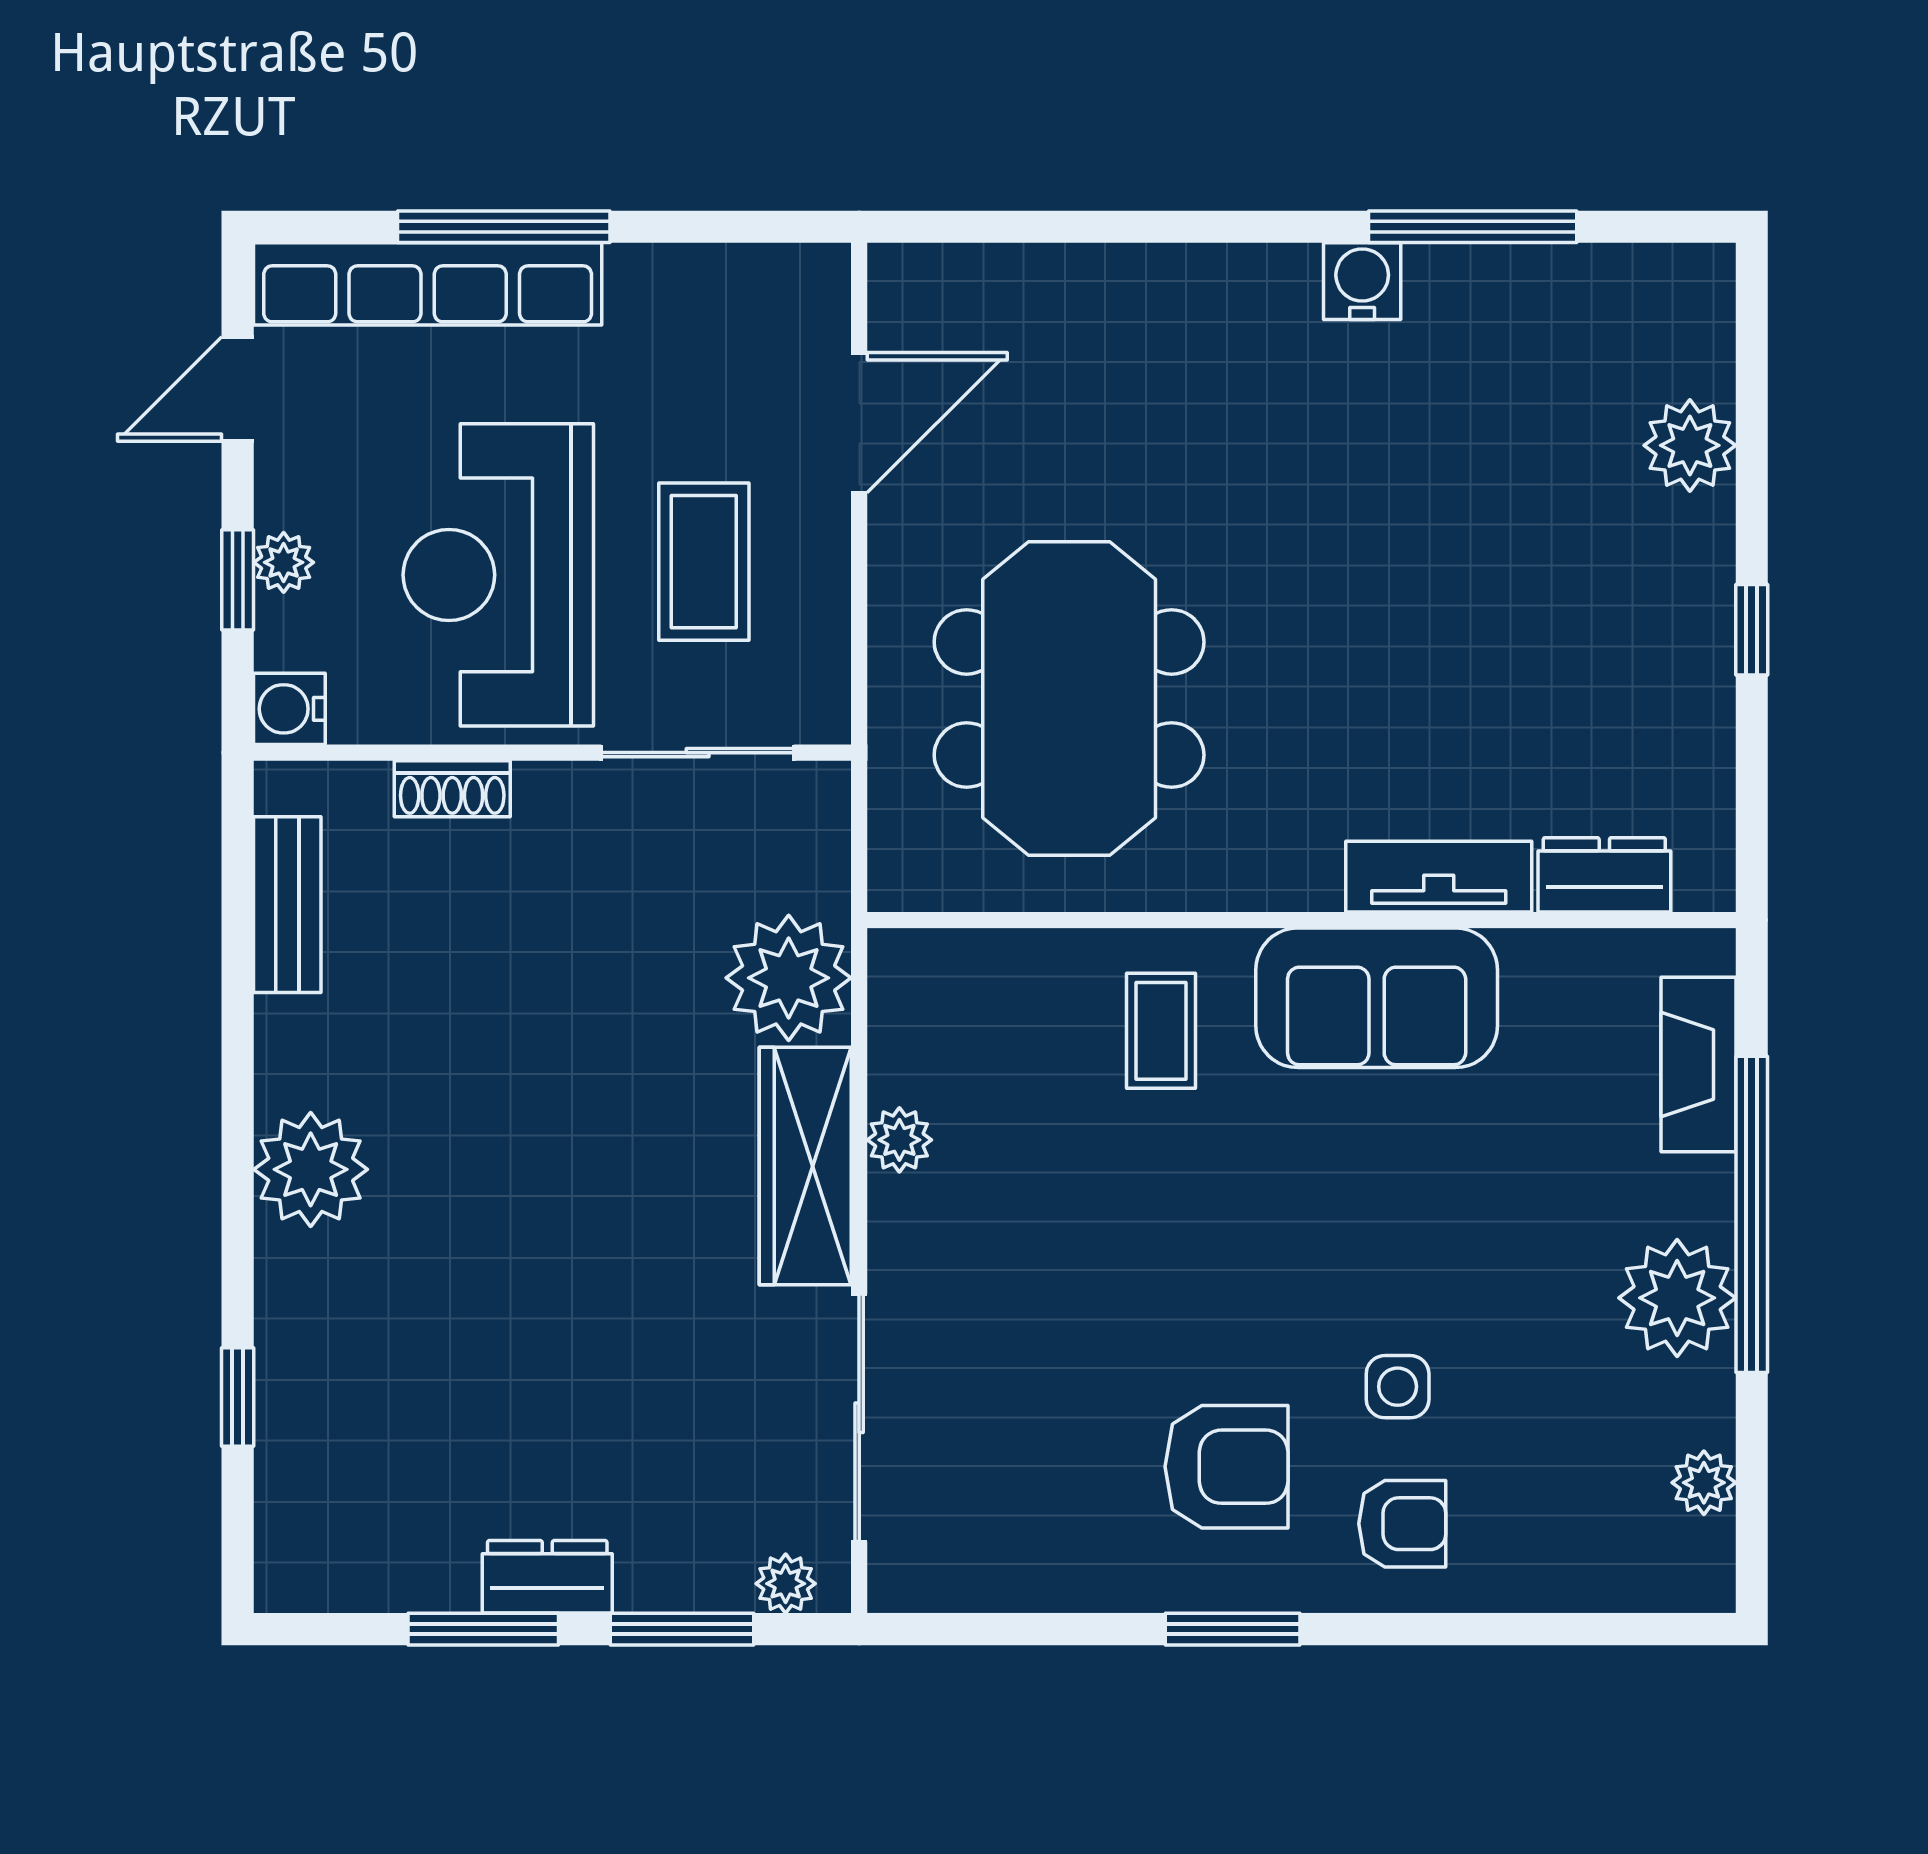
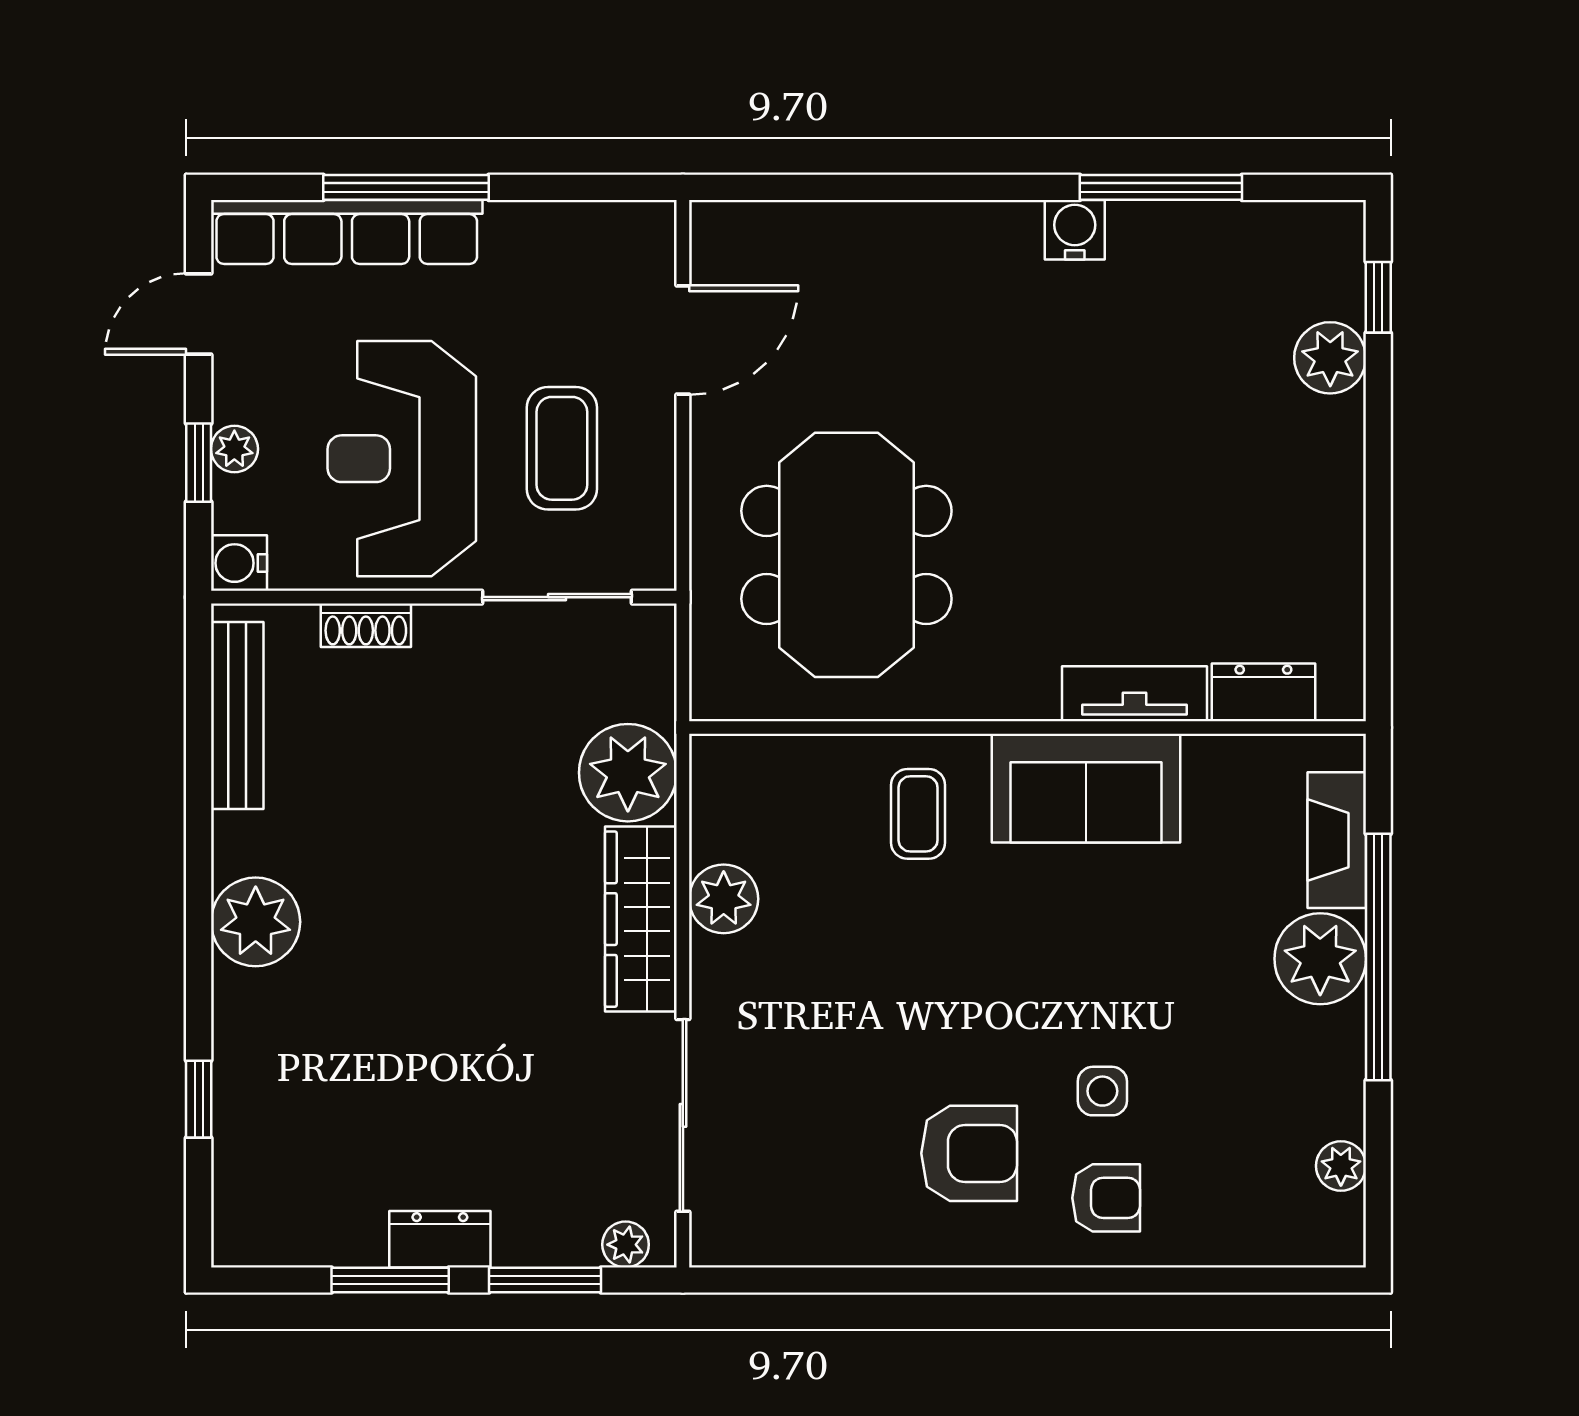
window: (1752, 630) -> (1378, 297), moved
bench: (287, 905) -> (237, 715), width x1.36
plant: (899, 1140) -> (724, 899), width x1.38, depth x1.38
plant: (1677, 1298) -> (1320, 959), moved
window: (1233, 1629) -> (974, 1280), removed

